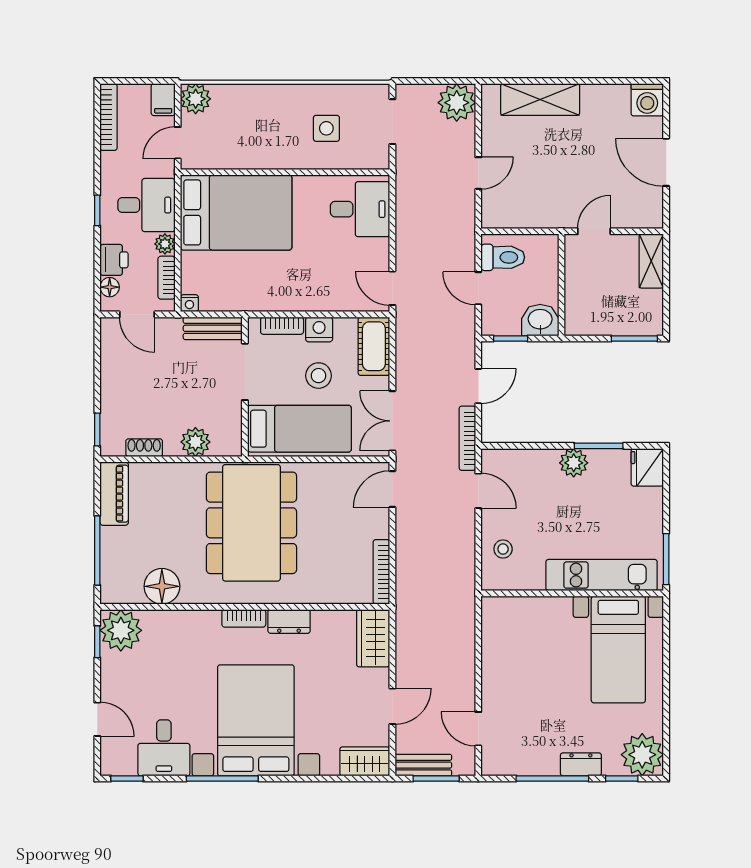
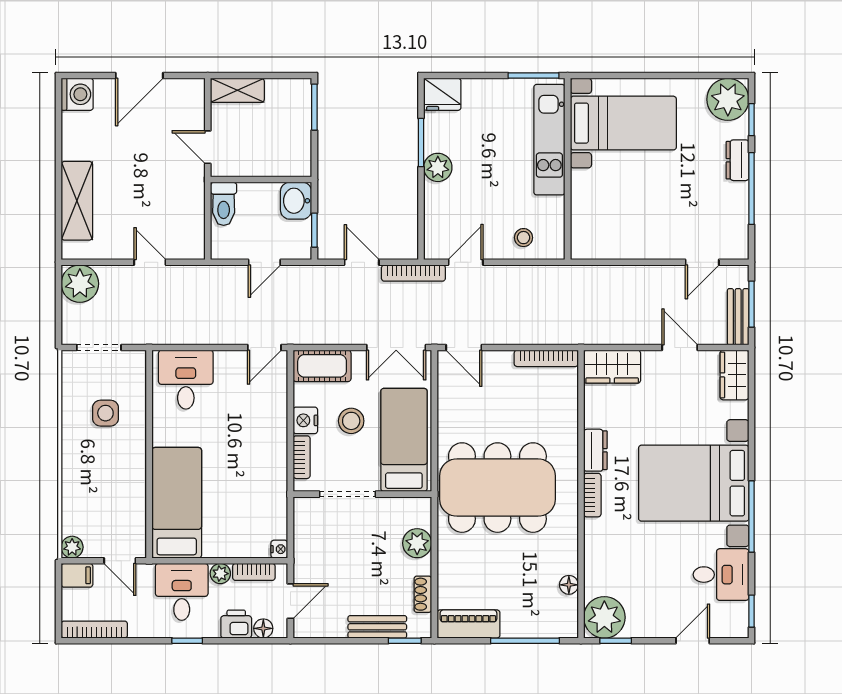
plant: (196, 99) -> (72, 547), width x0.73, depth x0.73
bed: (236, 212) -> (177, 503), width x0.67
toilet: (503, 257) -> (224, 204), moved, turned 180
bench: (213, 328) -> (377, 627), moved, turned 90
floor lamp: (162, 586) -> (569, 585), width x0.53, depth x0.53

